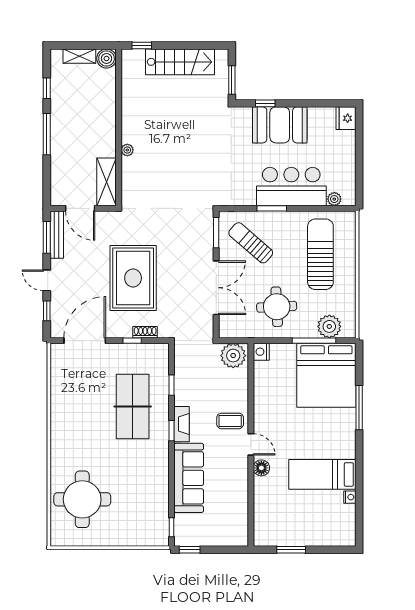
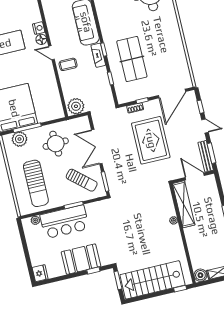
stairs: (180, 62) -> (152, 280), width x1.36, depth x1.51
shelving: (107, 182) -> (184, 204), width x1.47
nightstand: (261, 352) -> (39, 28), moved

